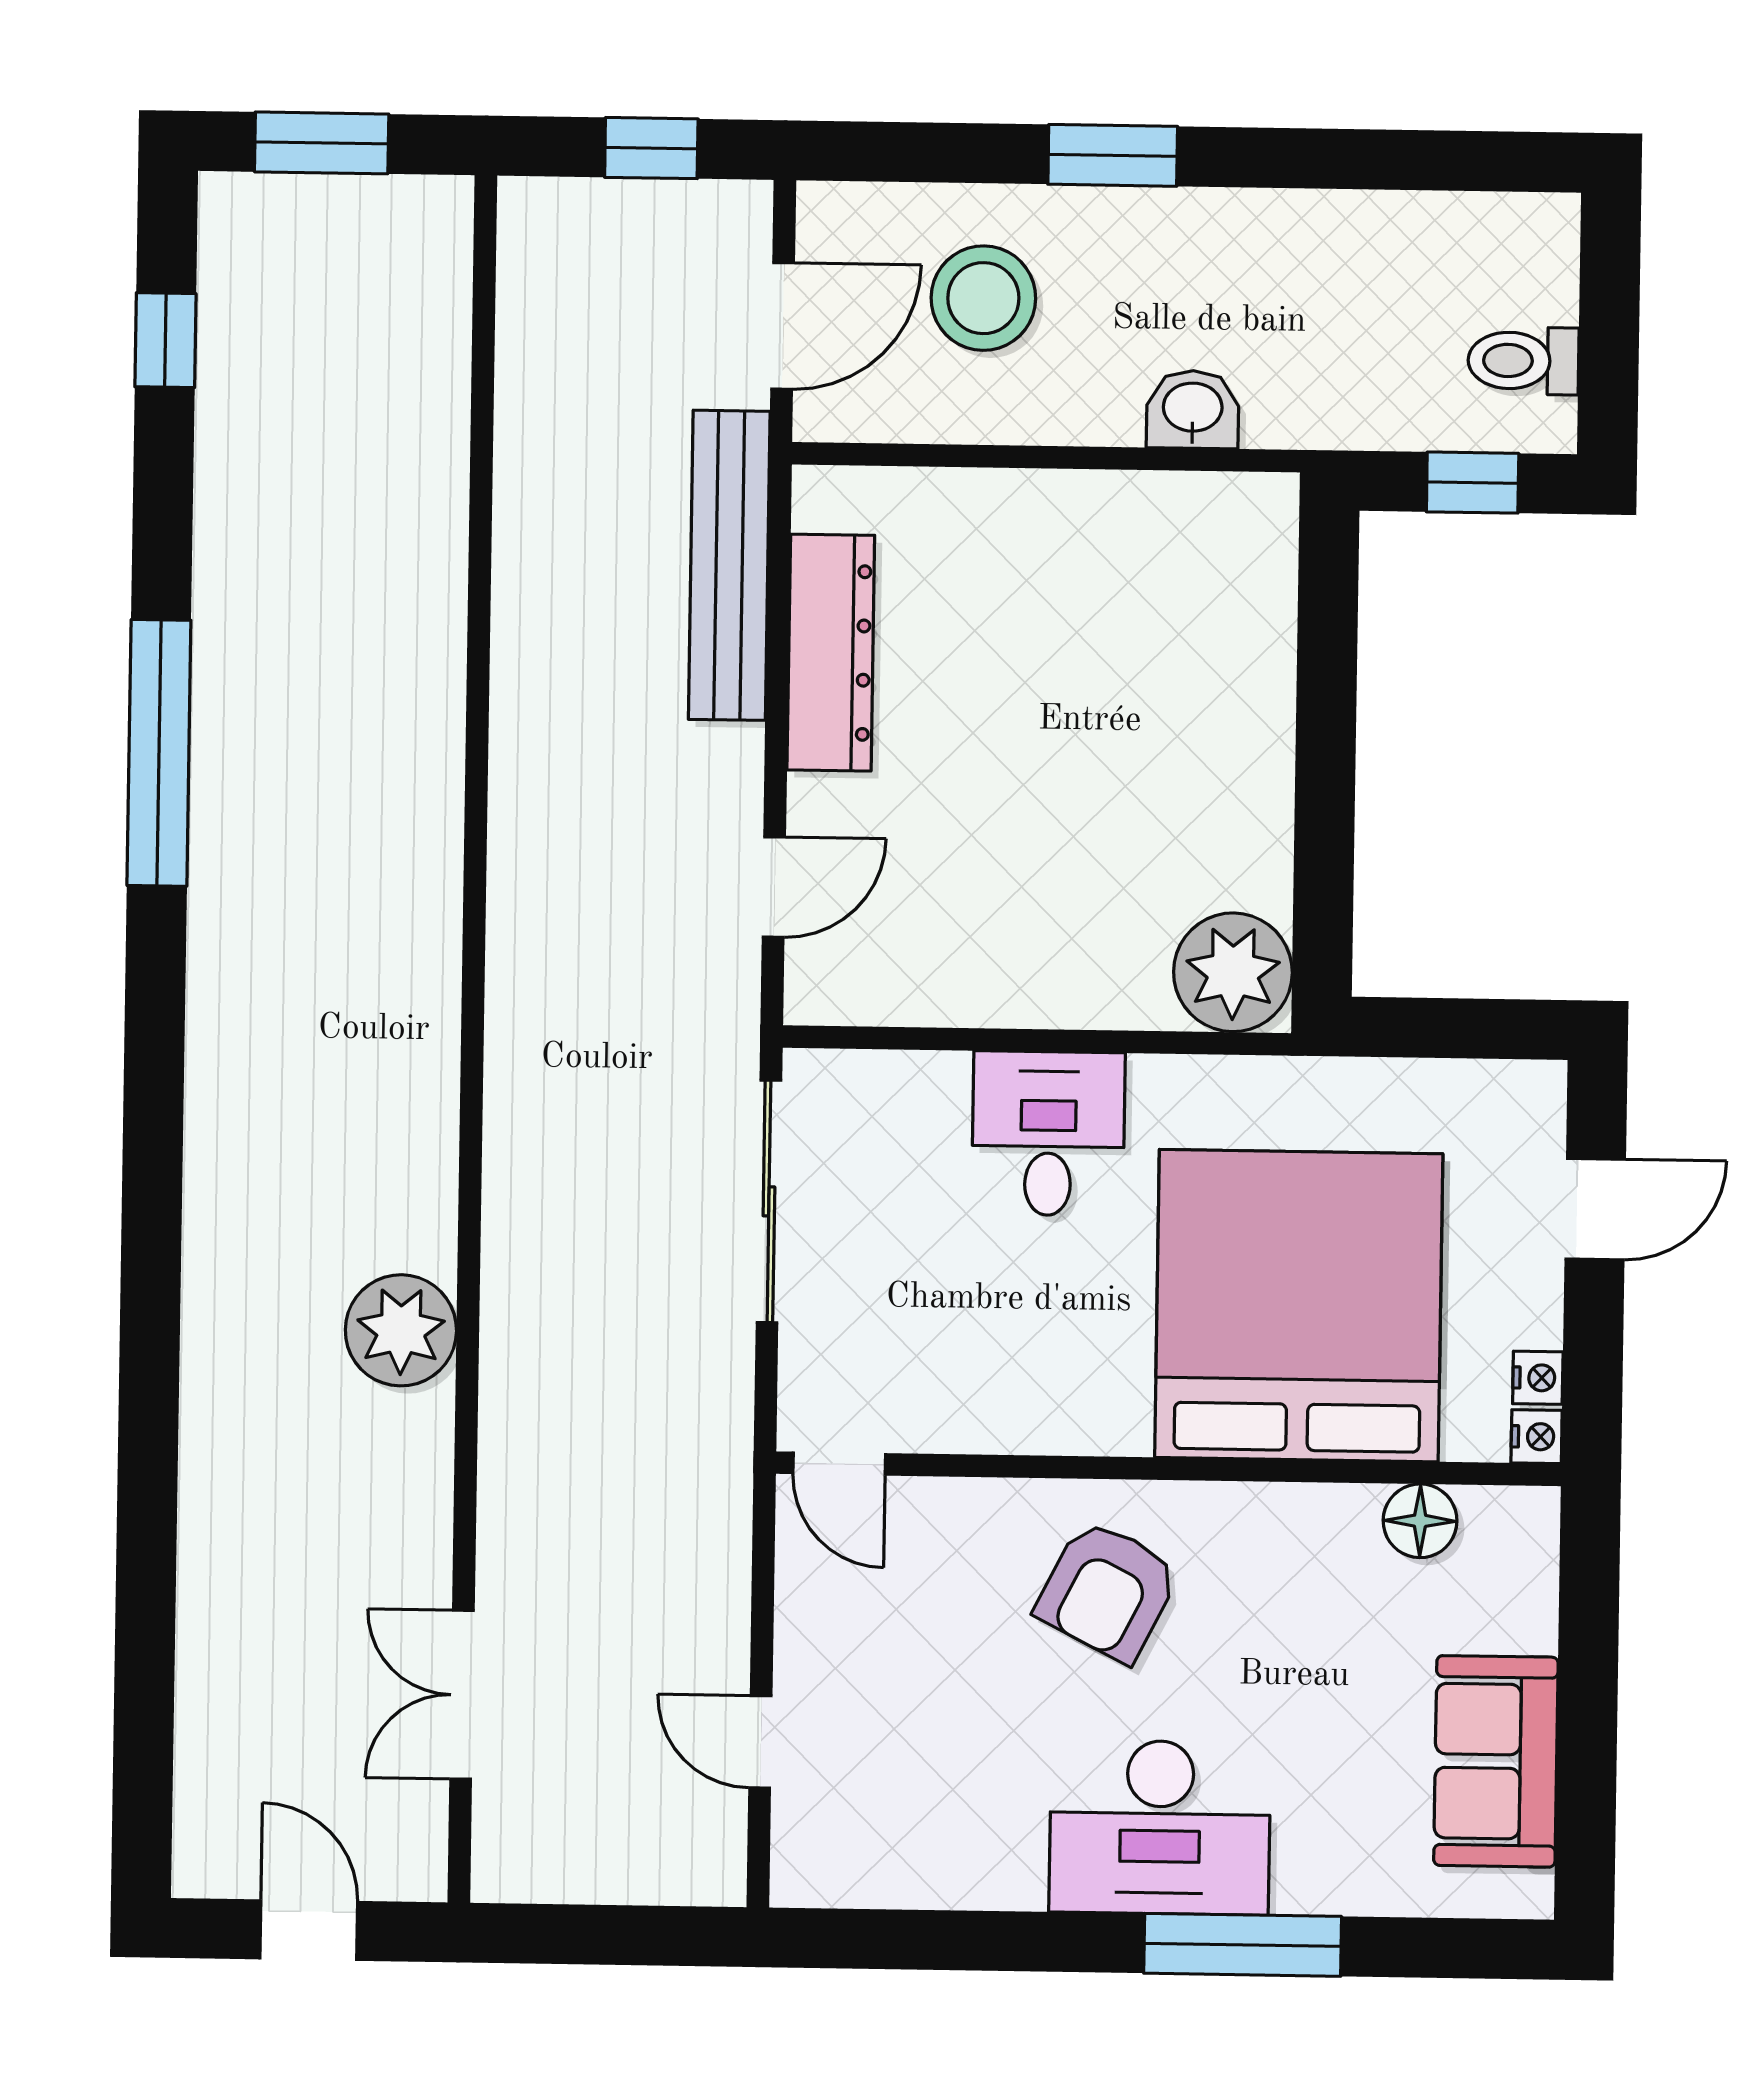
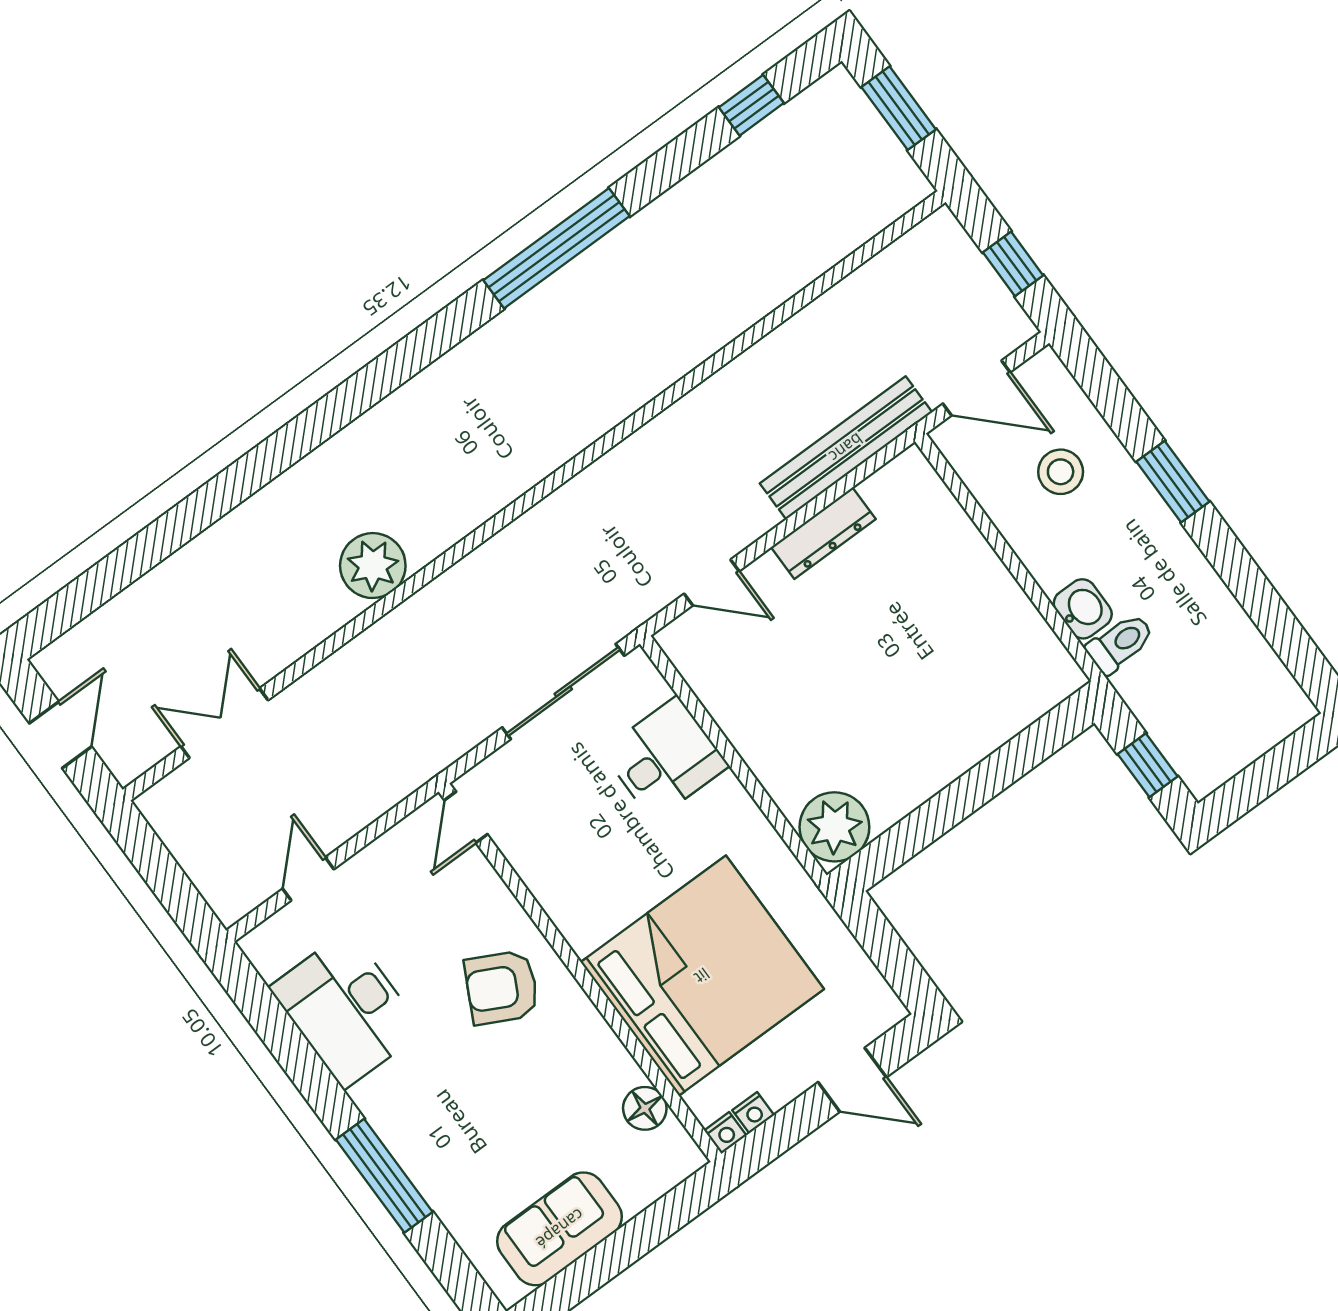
stool: (983, 298) -> (1061, 472), width x0.73, depth x0.73
toilet: (1523, 361) -> (1120, 643), moved, turned 90
dresser: (831, 653) -> (823, 533), width x0.73, depth x0.80
desk: (1048, 1133) -> (665, 759), moved
desk: (1160, 1827) -> (346, 1009), moved

